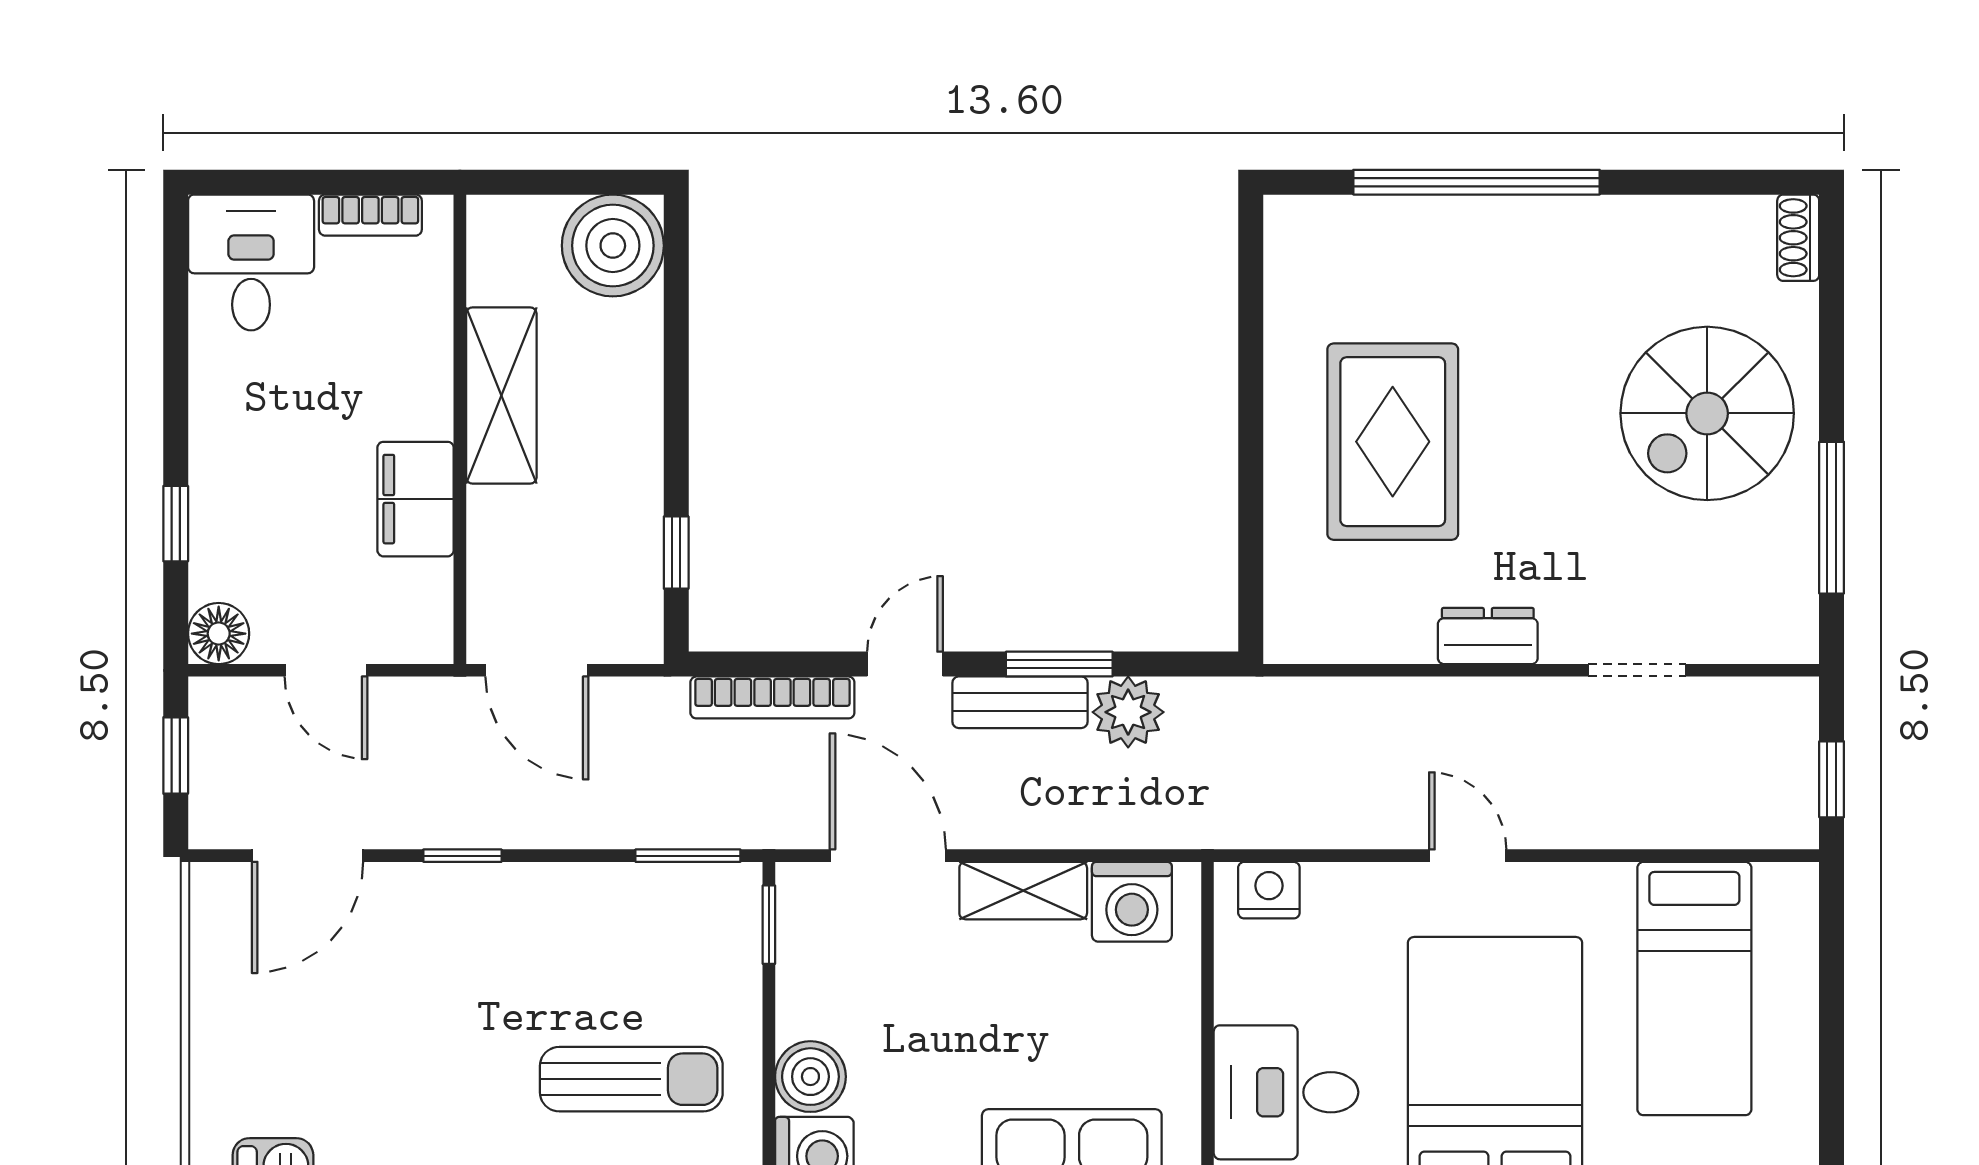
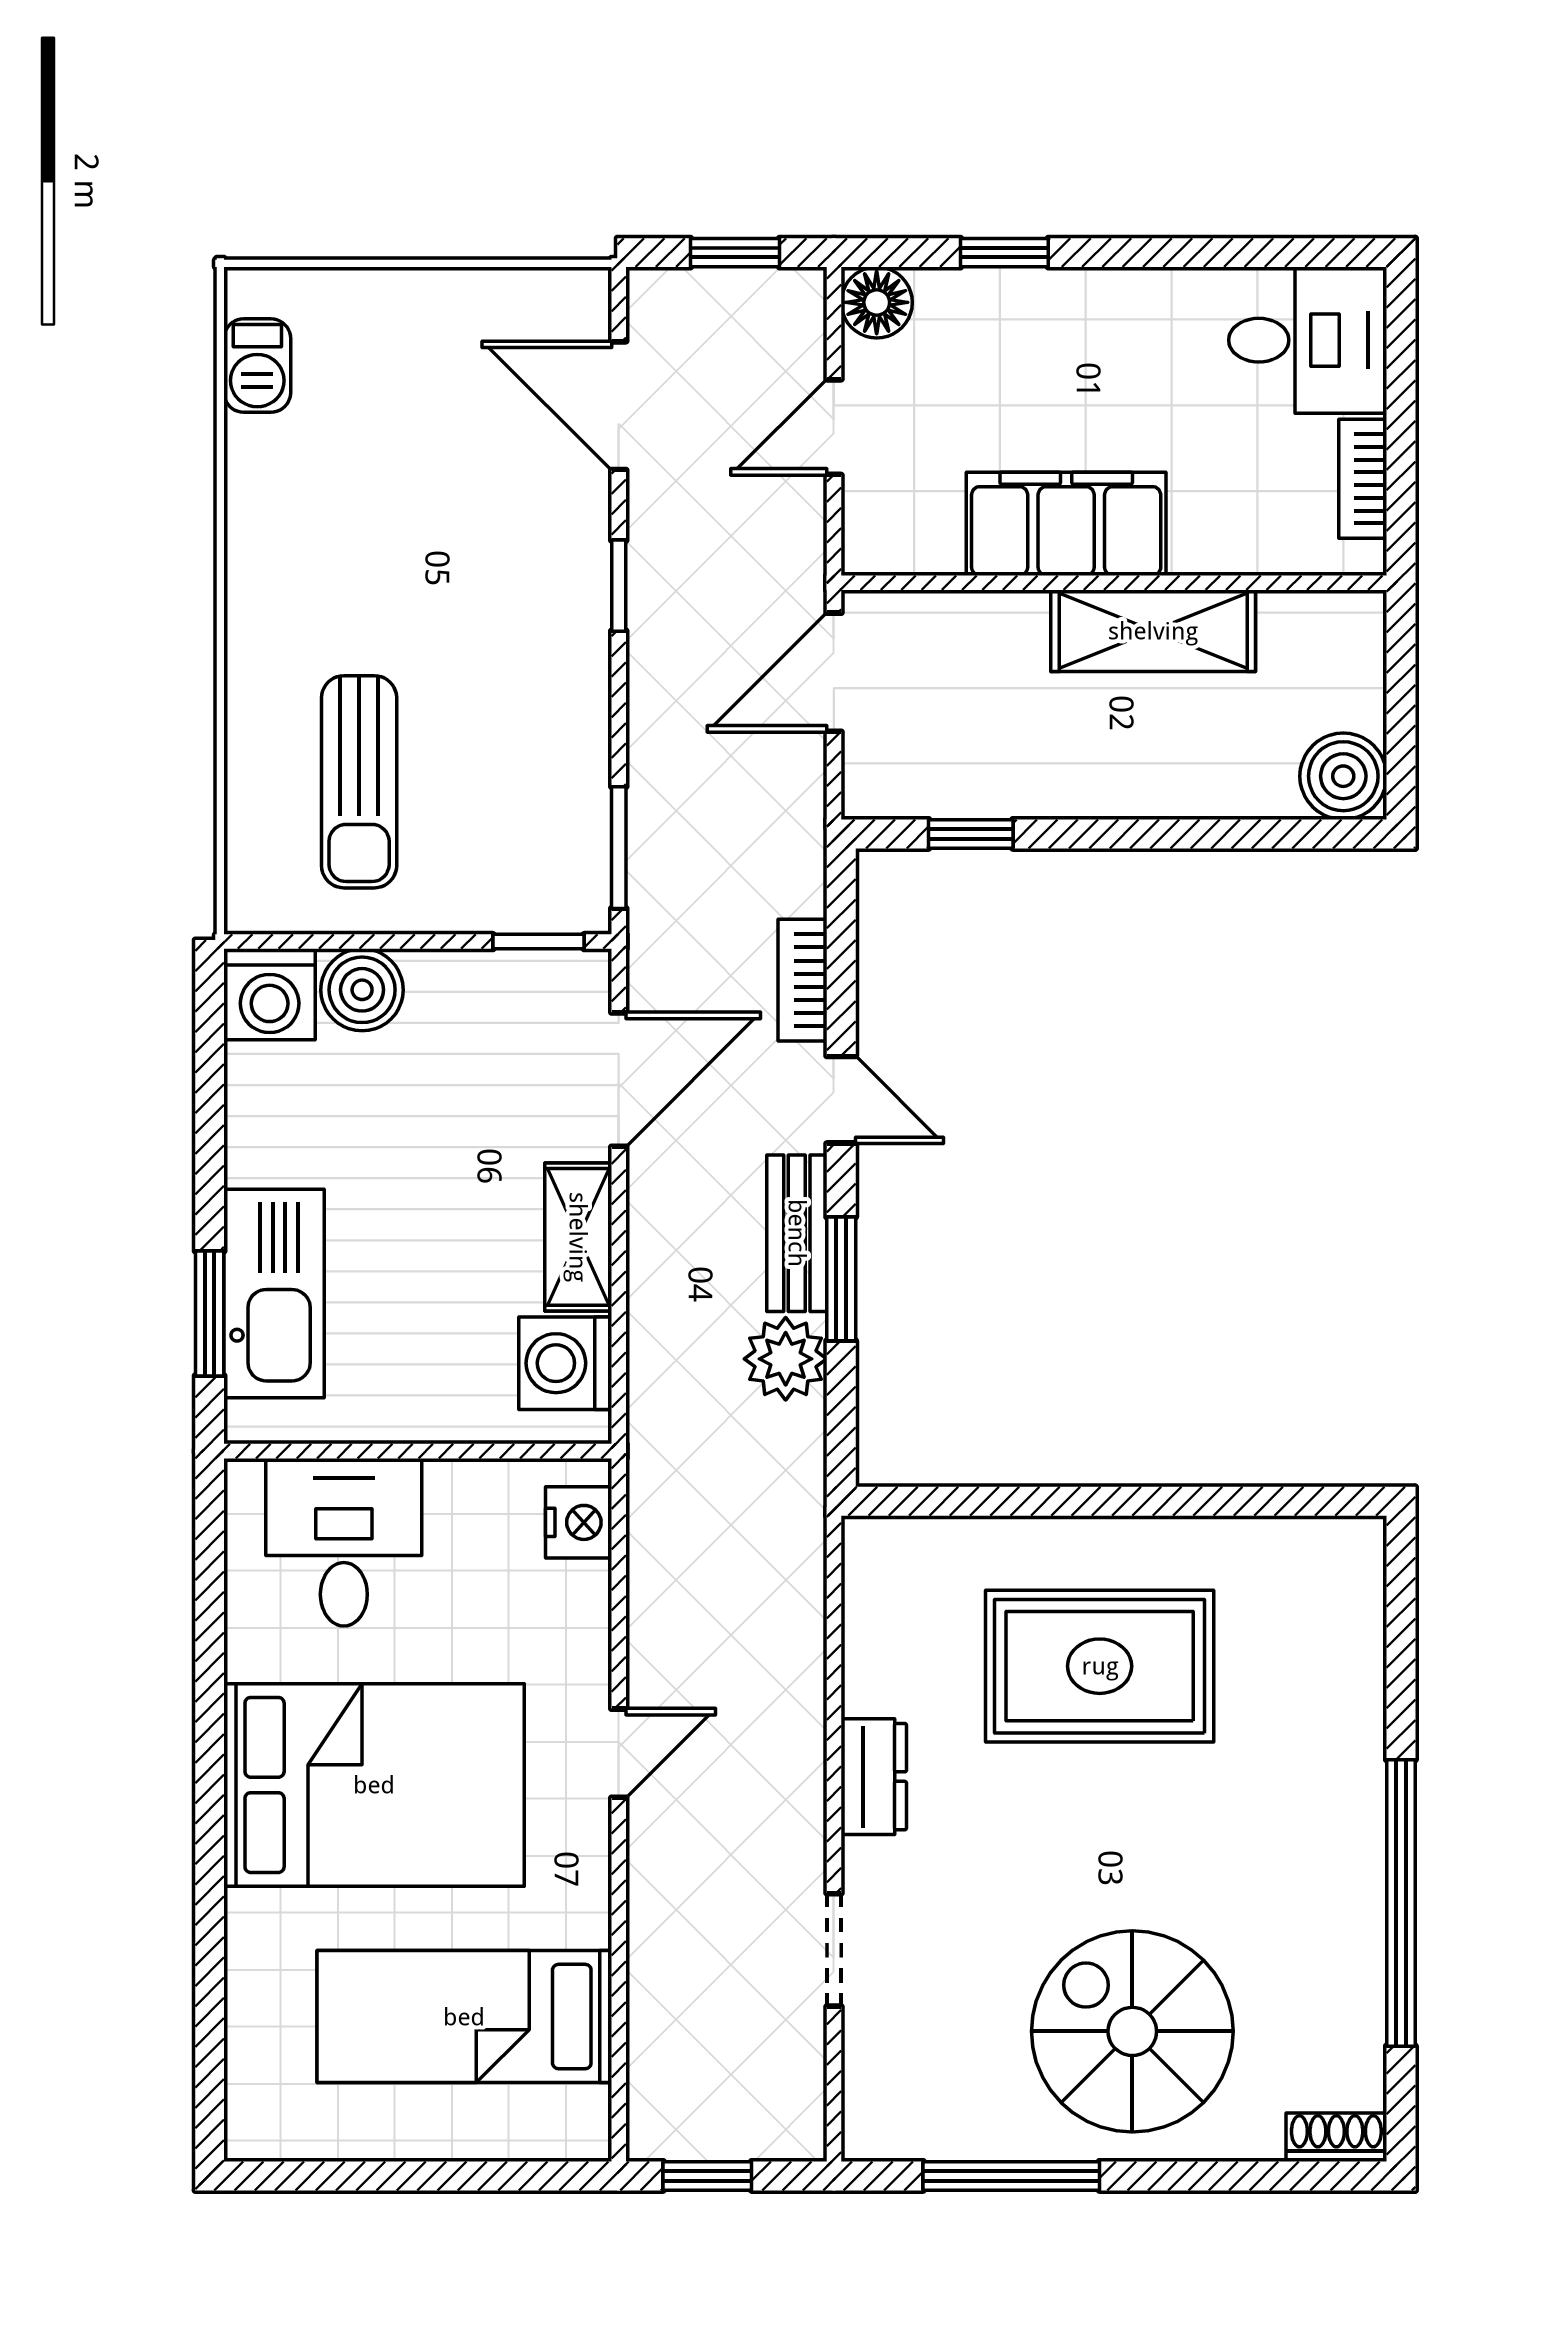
window: (1476, 182) -> (1401, 1903), moved
boiler: (613, 246) -> (1343, 776), width x0.73, depth x0.73
filing cabinet: (416, 499) -> (1066, 524), width x1.50, depth x1.17
bookcase: (772, 697) -> (802, 980), width x0.64

